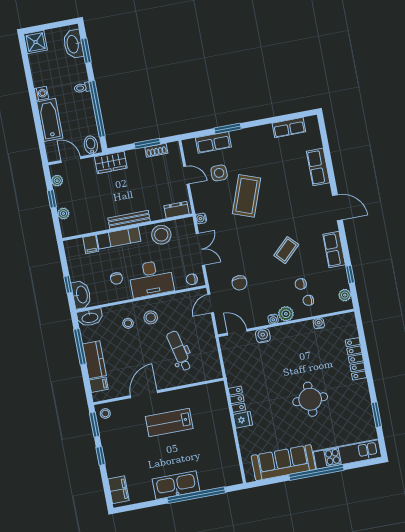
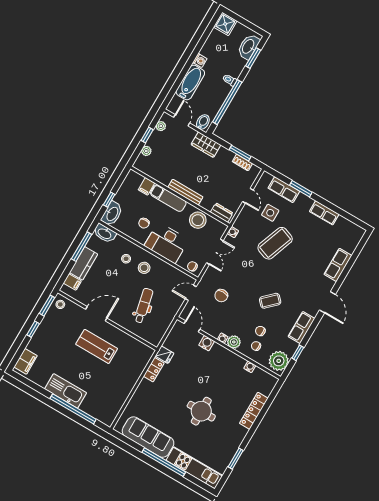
row of seats: (289, 128) -> (324, 213), moved
plant: (345, 295) -> (279, 361), width x1.87, depth x1.87
fridge: (243, 420) -> (165, 355), moved

